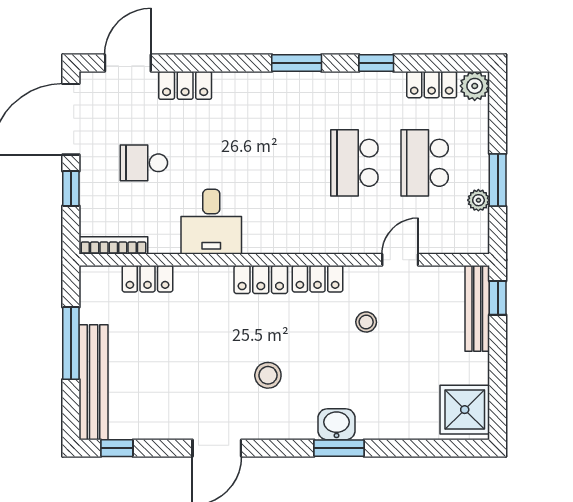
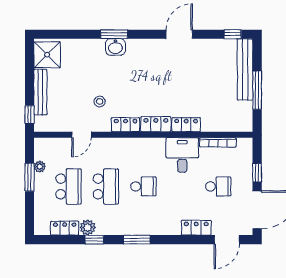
plant: (475, 86) -> (88, 227), moved
school desk: (284, 163) -> (143, 186), added
bookcase: (113, 245) -> (218, 142), moved
locker: (147, 279) -> (186, 125), moved
bench: (477, 308) -> (40, 92), moved
stool: (268, 375) -> (152, 73), removed

